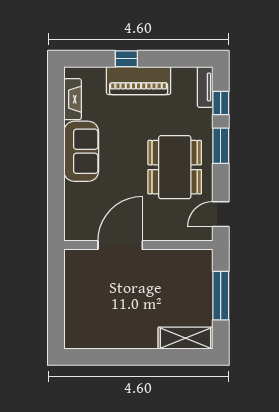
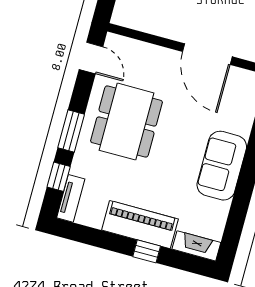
fireplace: (73, 99) -> (196, 246), moved, turned 90
door: (221, 214) -> (91, 58), hinge flipped
door: (120, 245) -> (207, 54), hinge flipped

